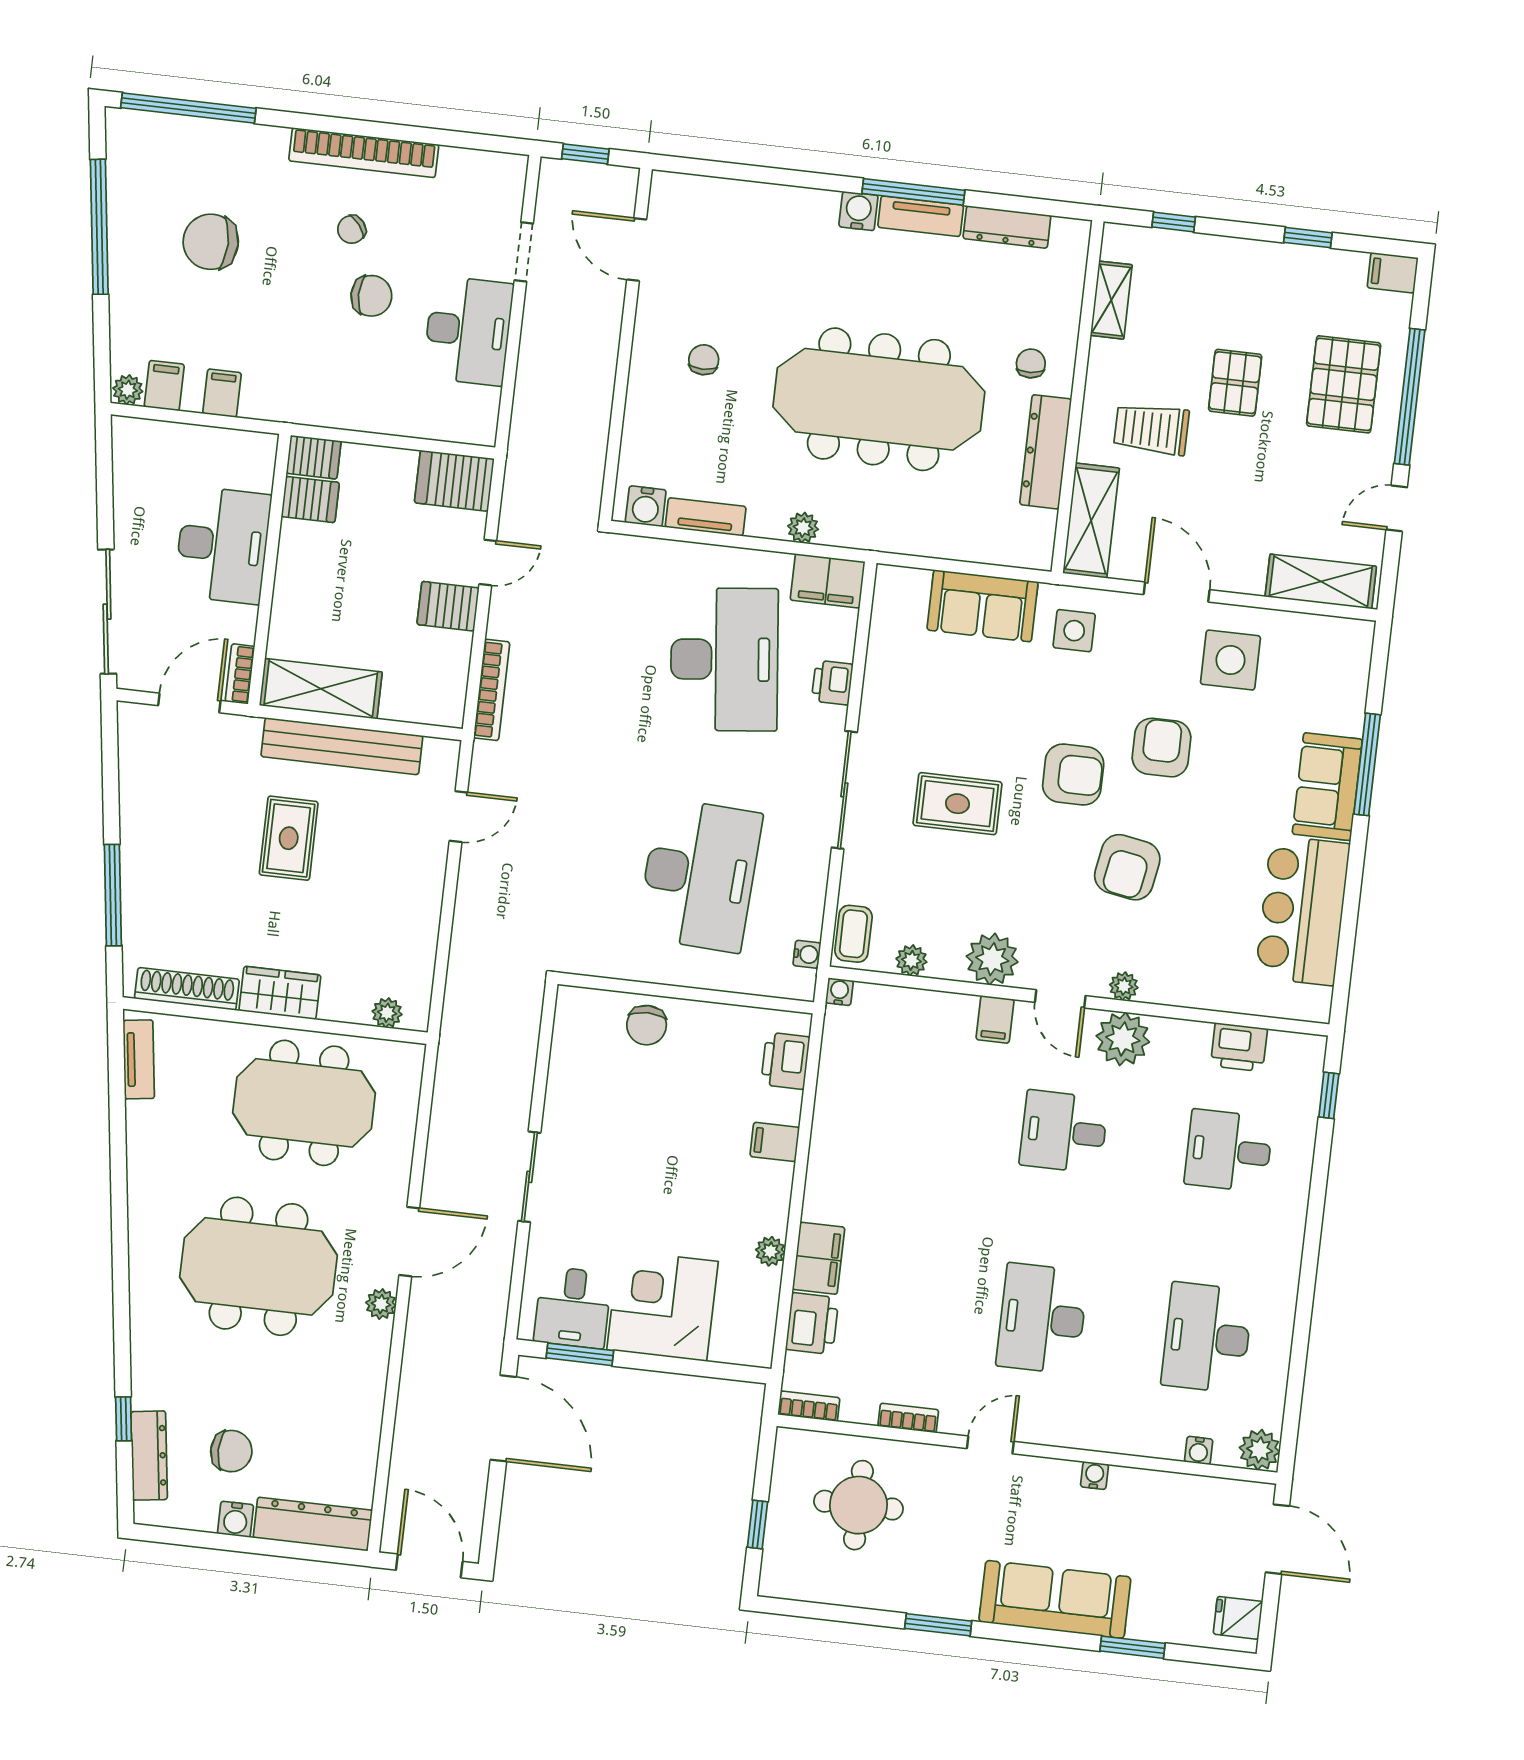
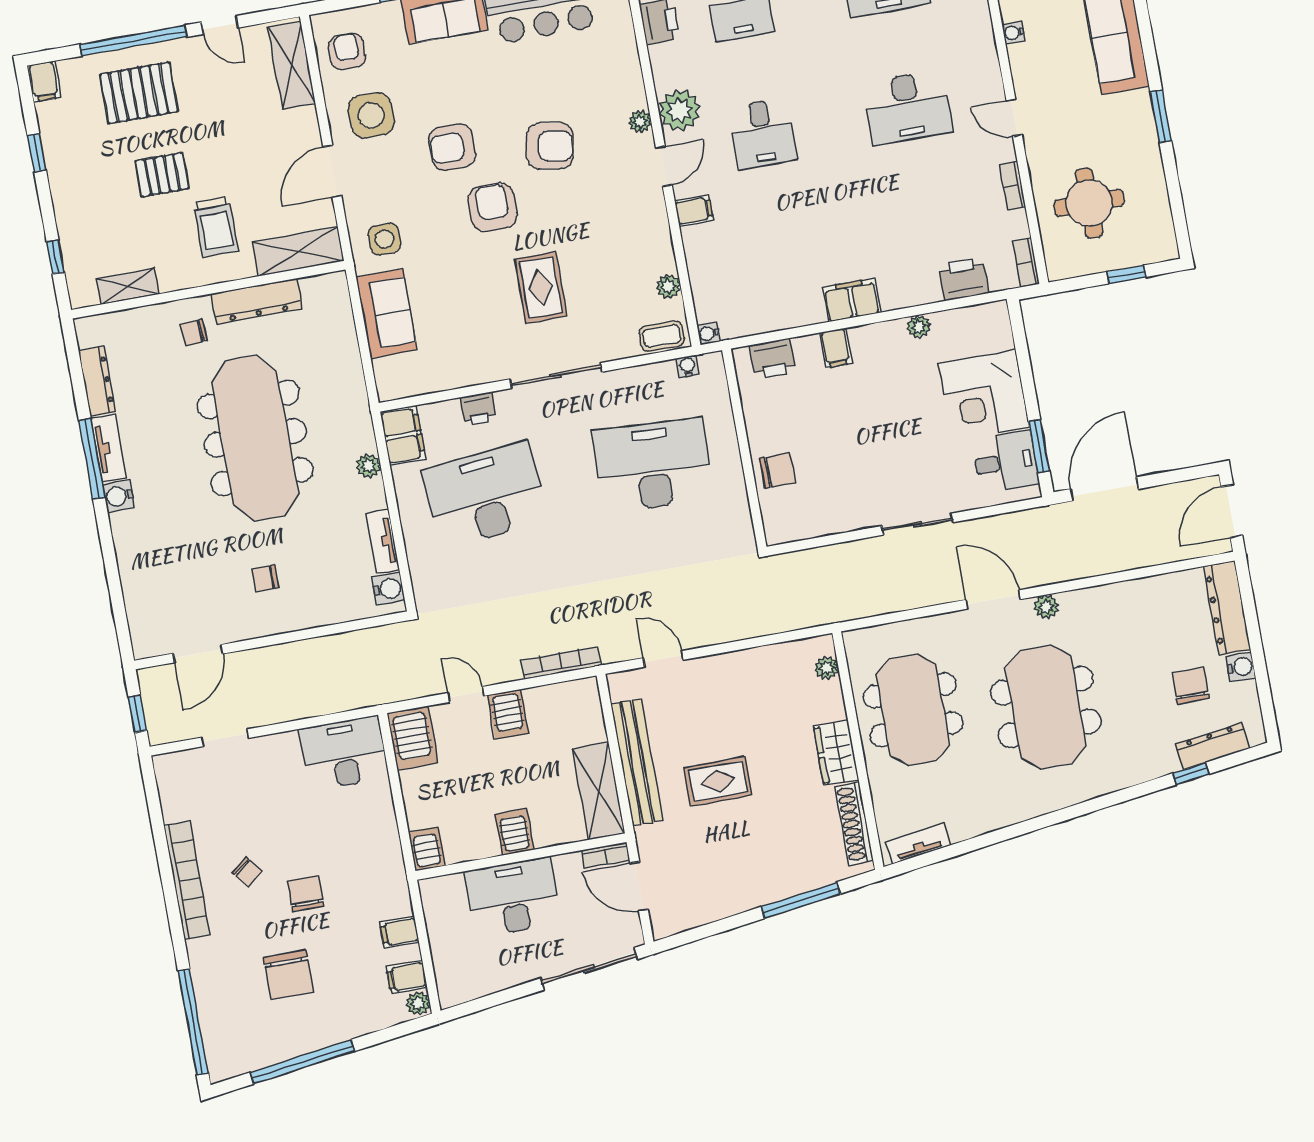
chair: (371, 296) -> (306, 894), moved
desk: (468, 331) -> (344, 753), moved
server rack: (310, 499) -> (514, 832), moved
armchair: (1317, 654) -> (347, 51), added
plant: (992, 959) -> (649, 226), removed
filing cabinet: (819, 1258) -> (852, 300), moved

